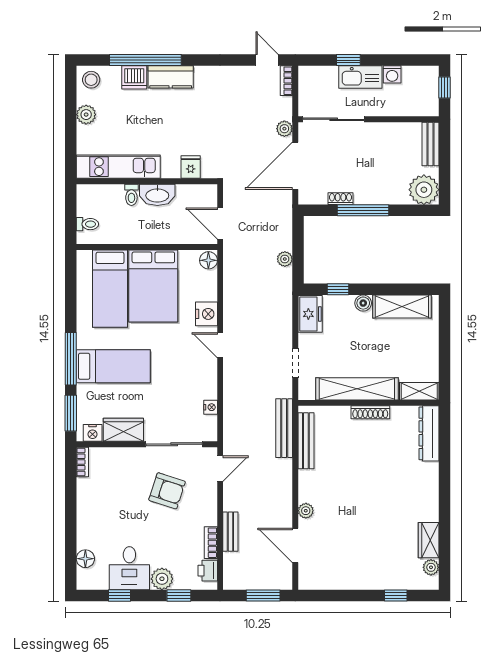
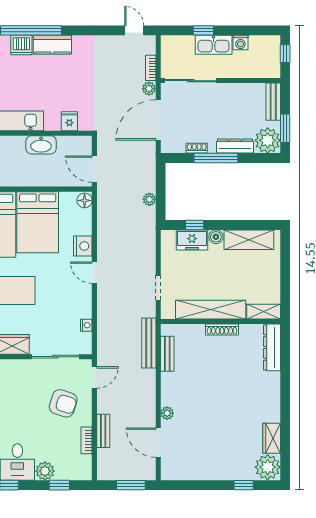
bookcase: (286, 81) -> (151, 68), moved
window: (445, 175) -> (285, 128), added
toilet: (131, 195) -> (19, 145), removed
dresser: (386, 196) -> (235, 146), added
freezer: (310, 314) -> (192, 240), moved, turned 90
bench: (306, 441) -> (167, 354), width x0.73
armchair: (167, 491) -> (63, 403), moved
plant: (431, 567) -> (268, 467), width x1.87, depth x1.87
printer: (208, 571) -> (84, 464), removed

